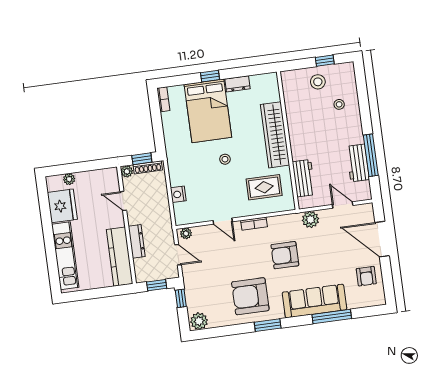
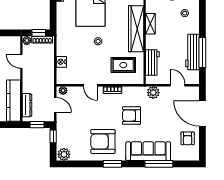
shelving: (294, 125) -> (150, 24), added
workbench: (358, 163) -> (192, 52), width x1.38
dresser: (137, 241) -> (27, 105), moved

